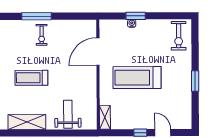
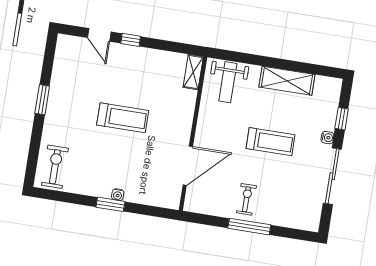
door: (98, 52) -> (188, 166), moved
wall: (98, 74) -> (193, 134), moved
treadmill: (137, 78) -> (123, 118), width x0.73, depth x0.73
shelving: (105, 117) -> (193, 72), moved

